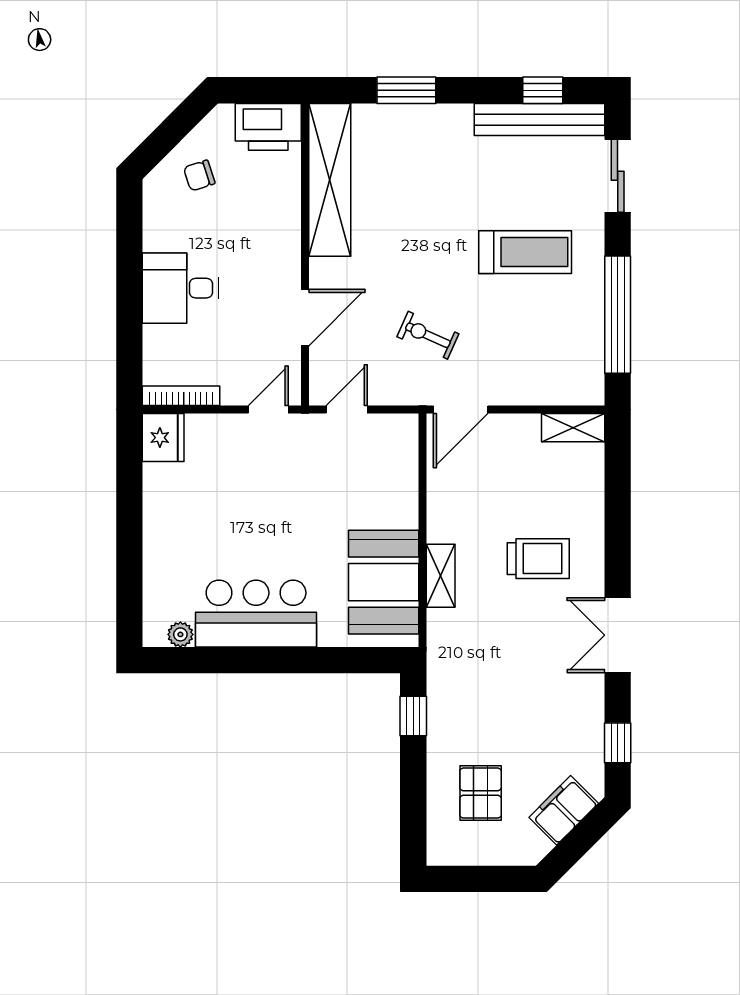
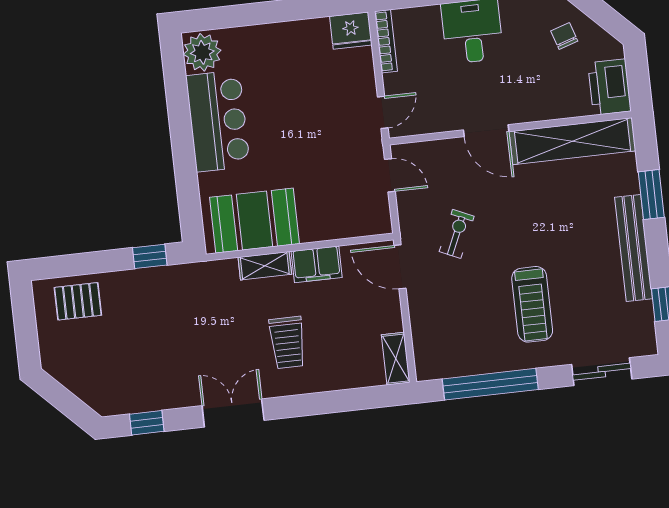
bench: (539, 120) -> (634, 248), moved
door: (305, 318) -> (486, 131), moved
door: (268, 409) -> (383, 112), hinge flipped
plant: (180, 634) -> (202, 52), width x1.88, depth x1.88
pallet: (481, 793) -> (78, 301), moved
filing cabinet: (564, 810) -> (317, 264), moved, turned 135

